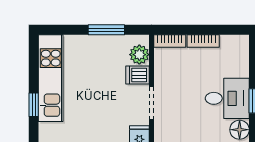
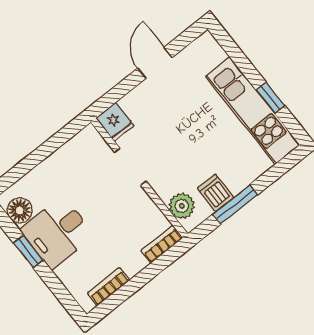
bookcase: (203, 41) -> (108, 287), moved
dishwasher: (137, 75) -> (216, 193), moved, turned -90
window: (34, 105) -> (270, 98), moved

